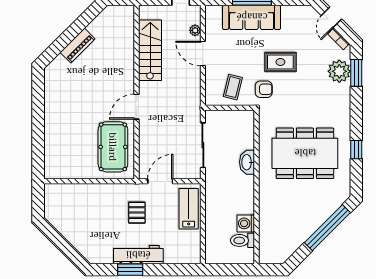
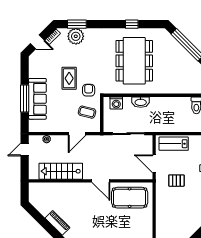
door: (203, 54) -> (77, 134), moved
washing machine: (246, 223) -> (116, 103), moved

